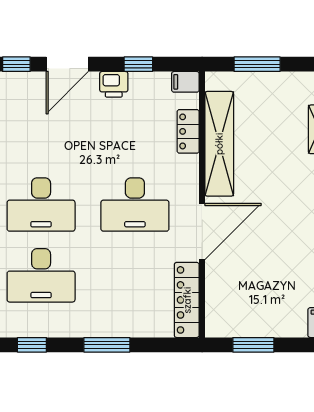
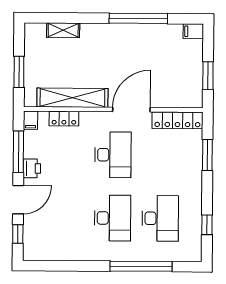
door: (67, 64) -> (18, 200), hinge flipped
window: (138, 64) -> (18, 152), width x2.17
door: (202, 231) -> (131, 110), hinge flipped
window: (107, 345) -> (207, 155), moved

